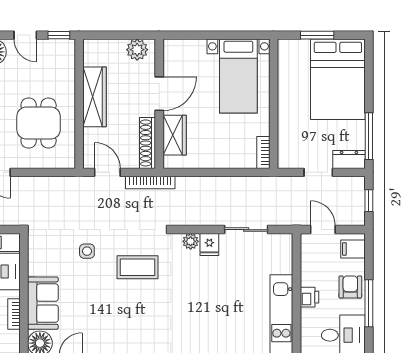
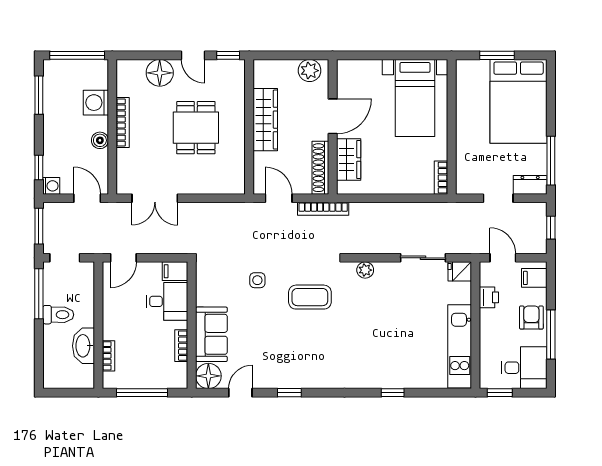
dining table: (39, 123) -> (196, 128), moved
fridge: (209, 245) -> (460, 271), moved, turned 90
printer: (309, 297) -> (489, 297), moved

